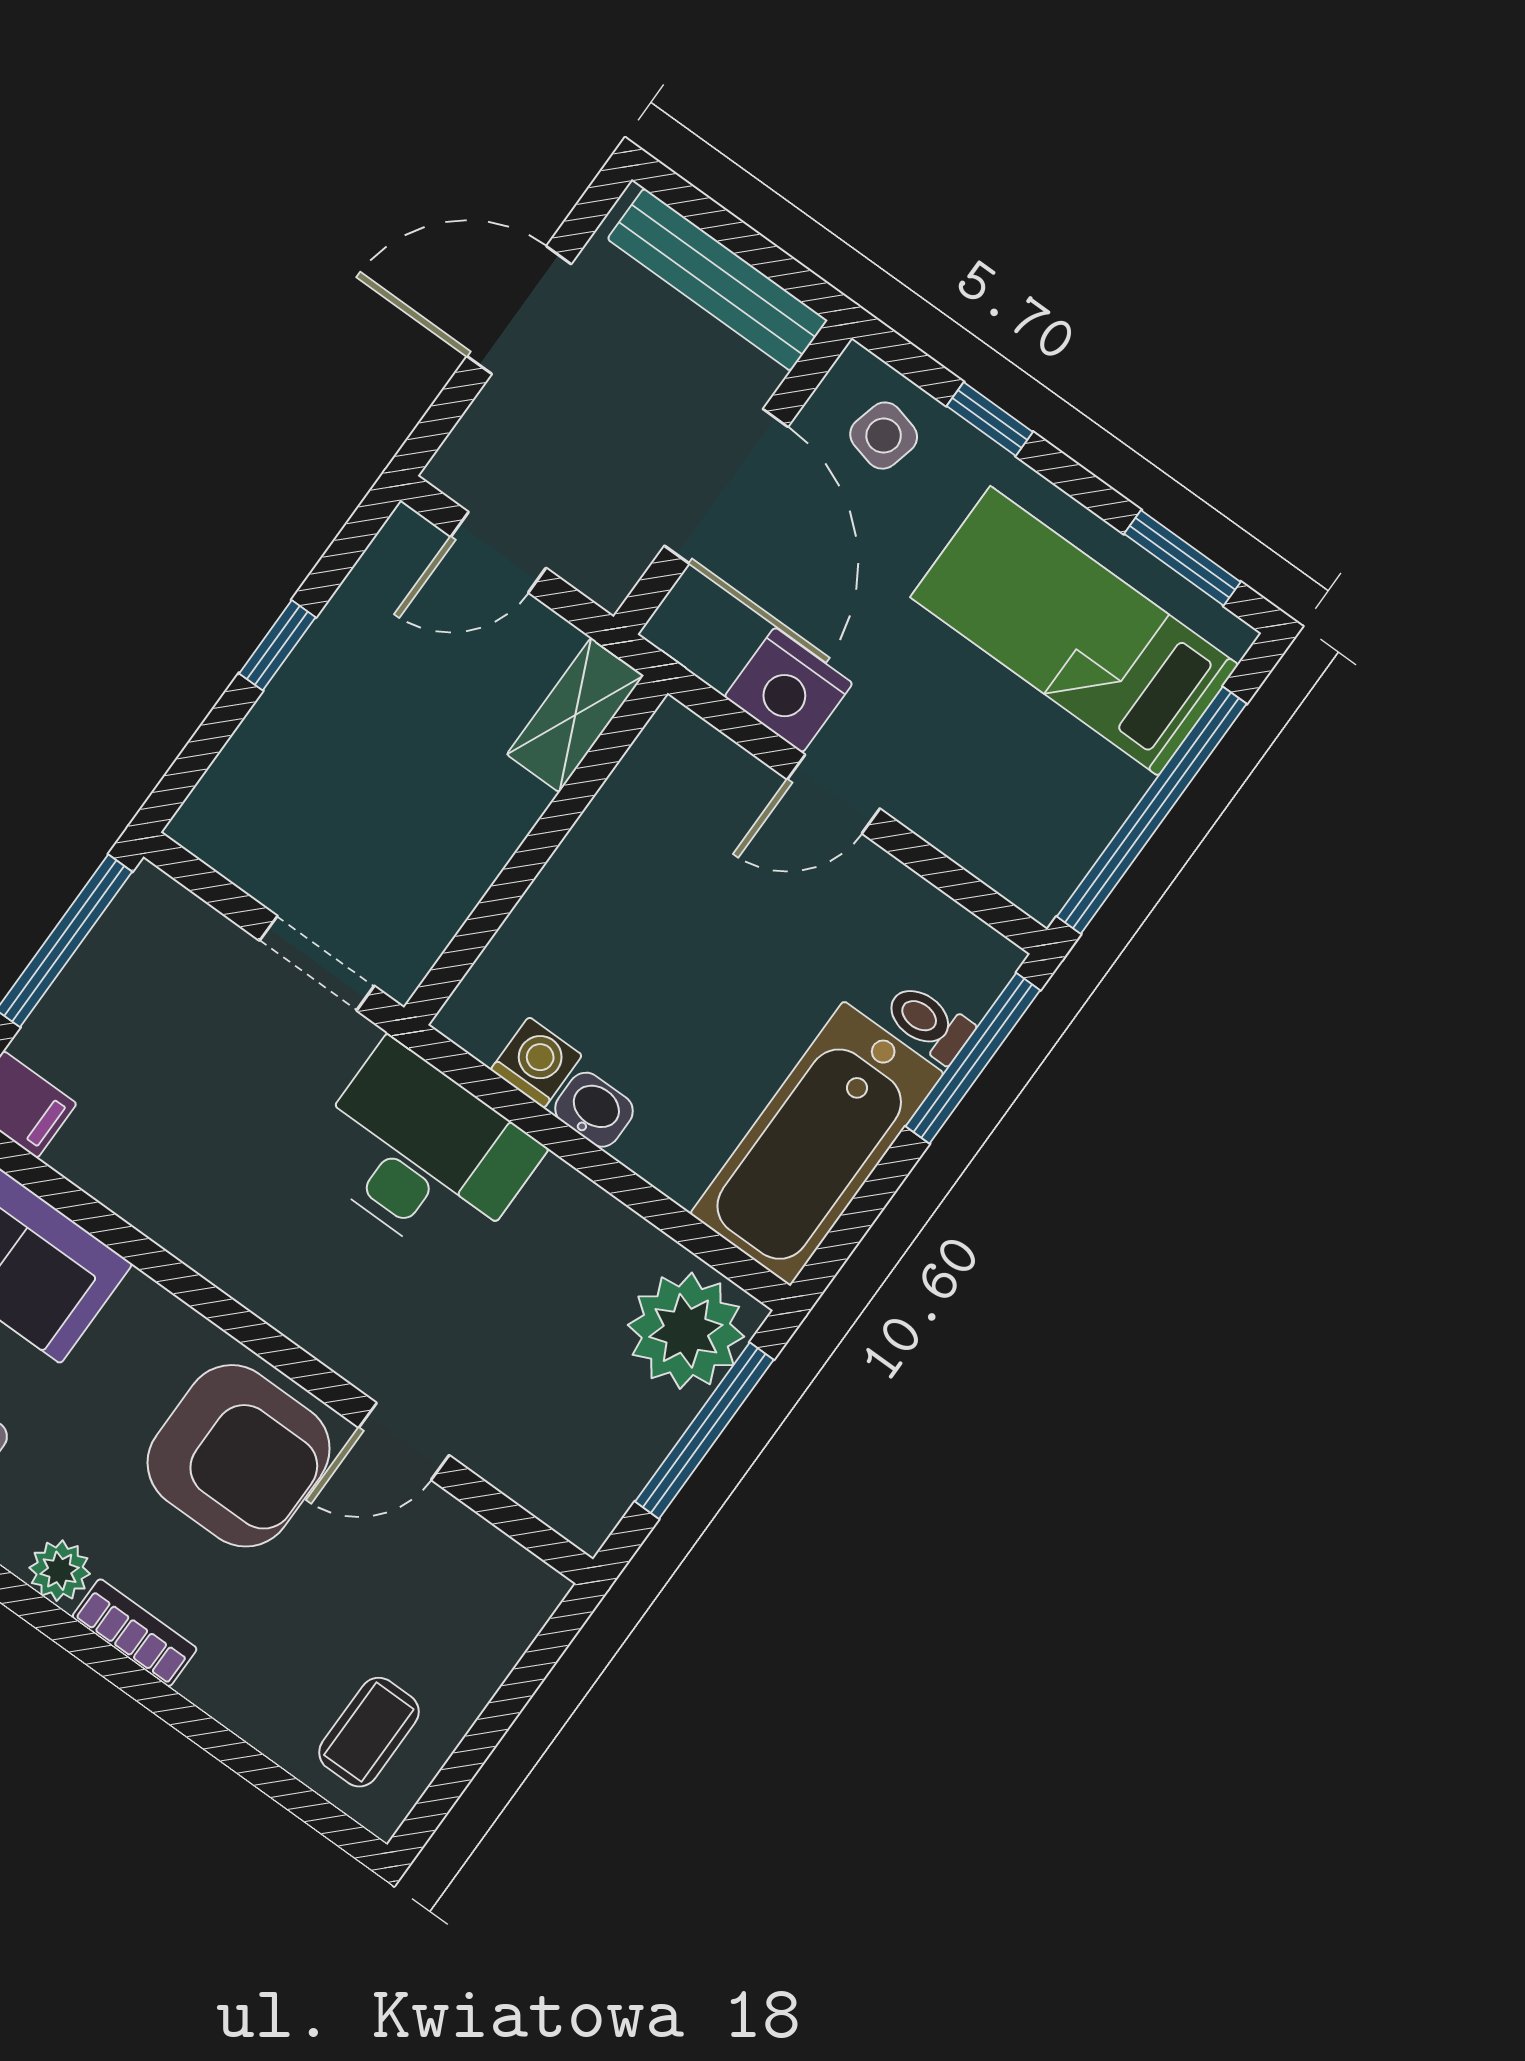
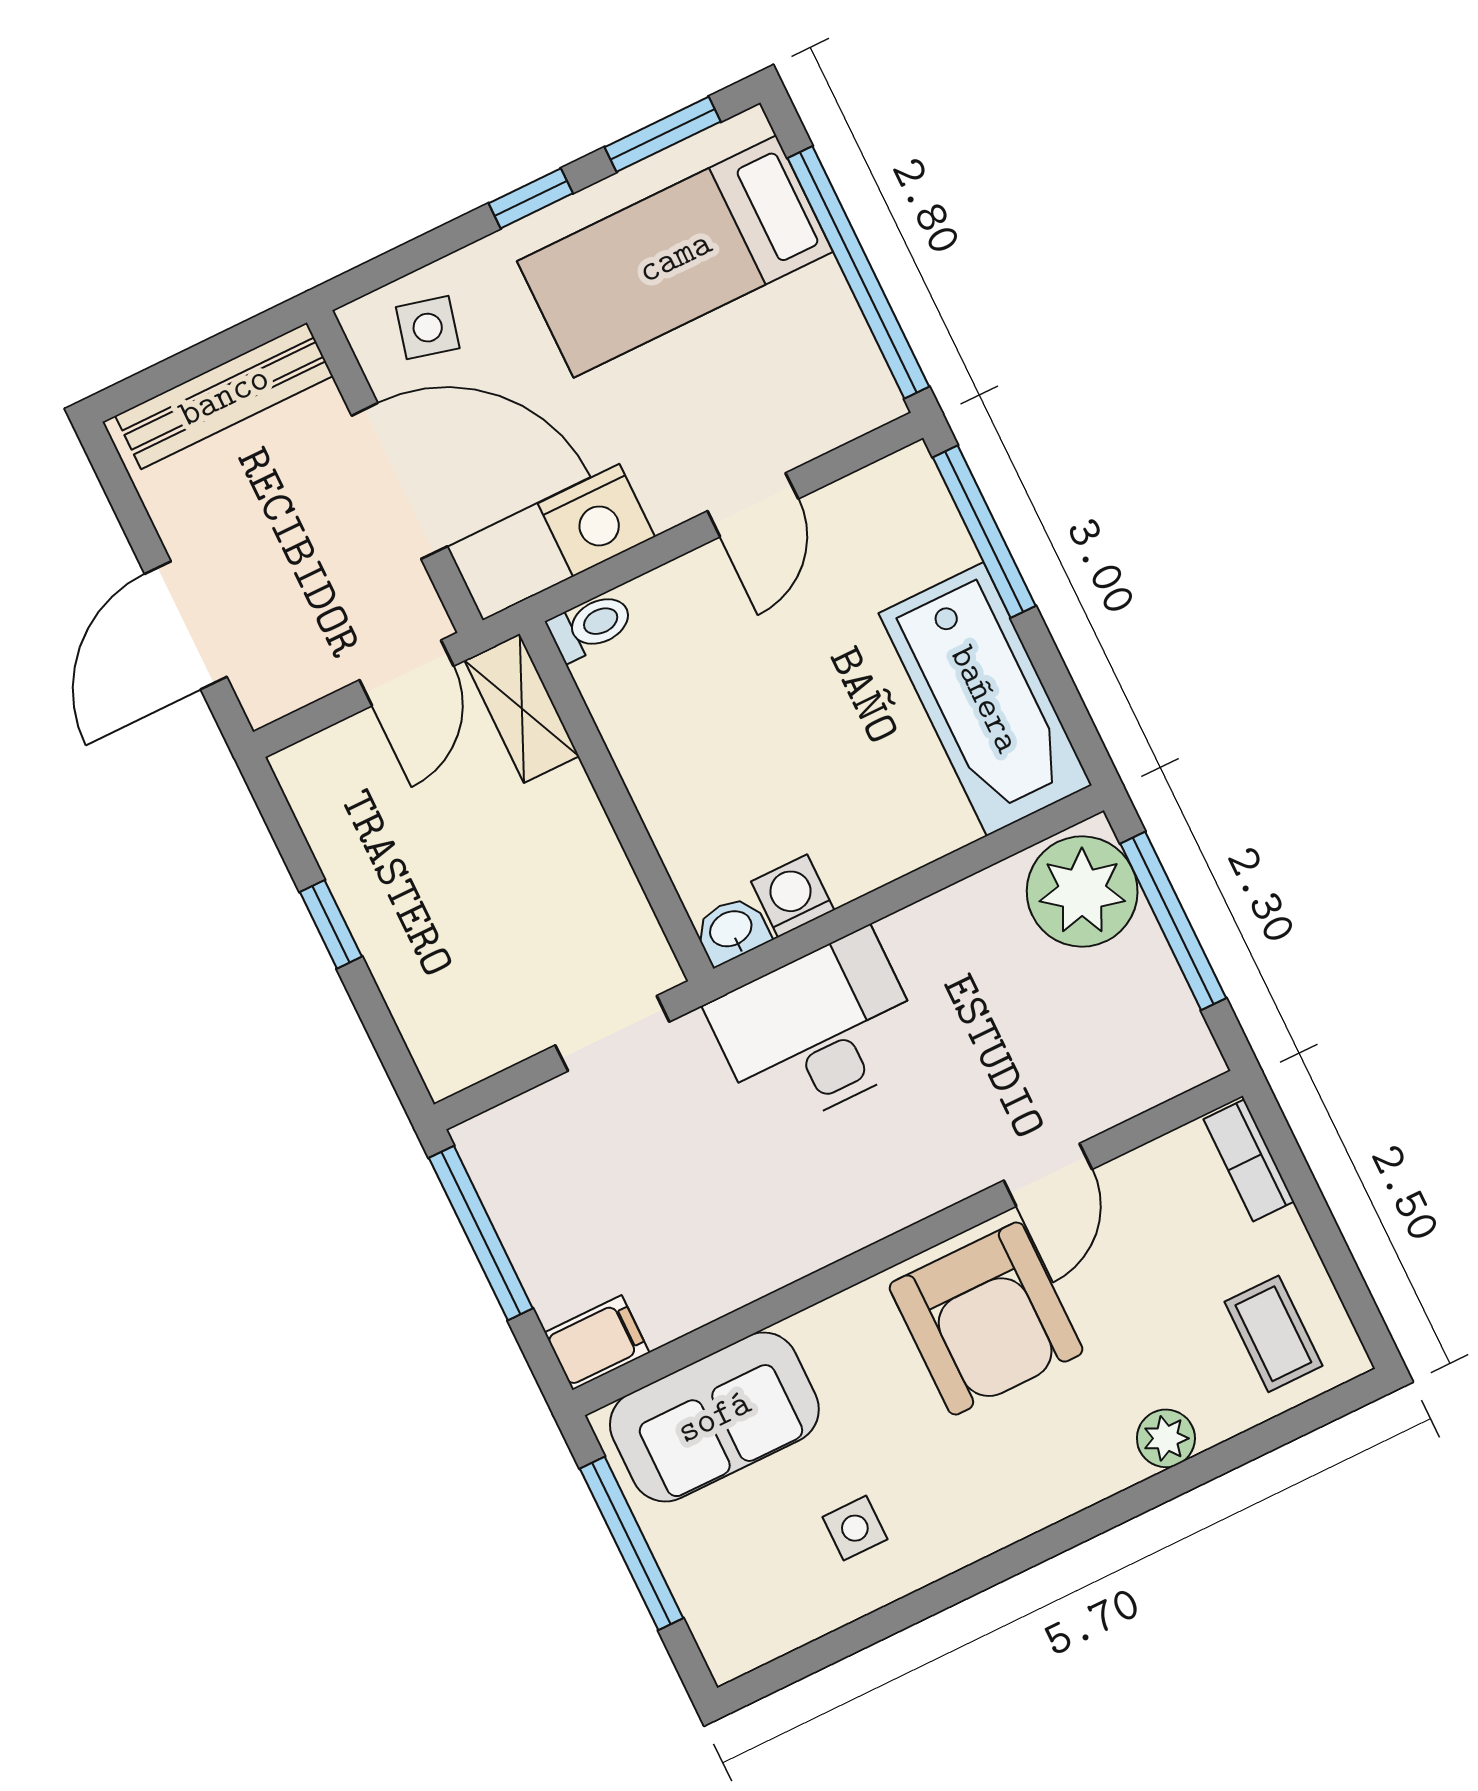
door: (519, 310) -> (186, 625), moved
window: (990, 419) -> (531, 198), moved
door: (498, 552) -> (407, 673), moved
door: (834, 794) -> (753, 505), moved
toilet: (929, 1023) -> (591, 626), moved, turned 180
washbasin: (594, 1110) -> (731, 930), moved
armchair: (239, 1456) -> (986, 1318), turned 90
plant: (60, 1571) -> (1166, 1438), moved
bookcase: (135, 1633) -> (1249, 1160), moved, turned -90

